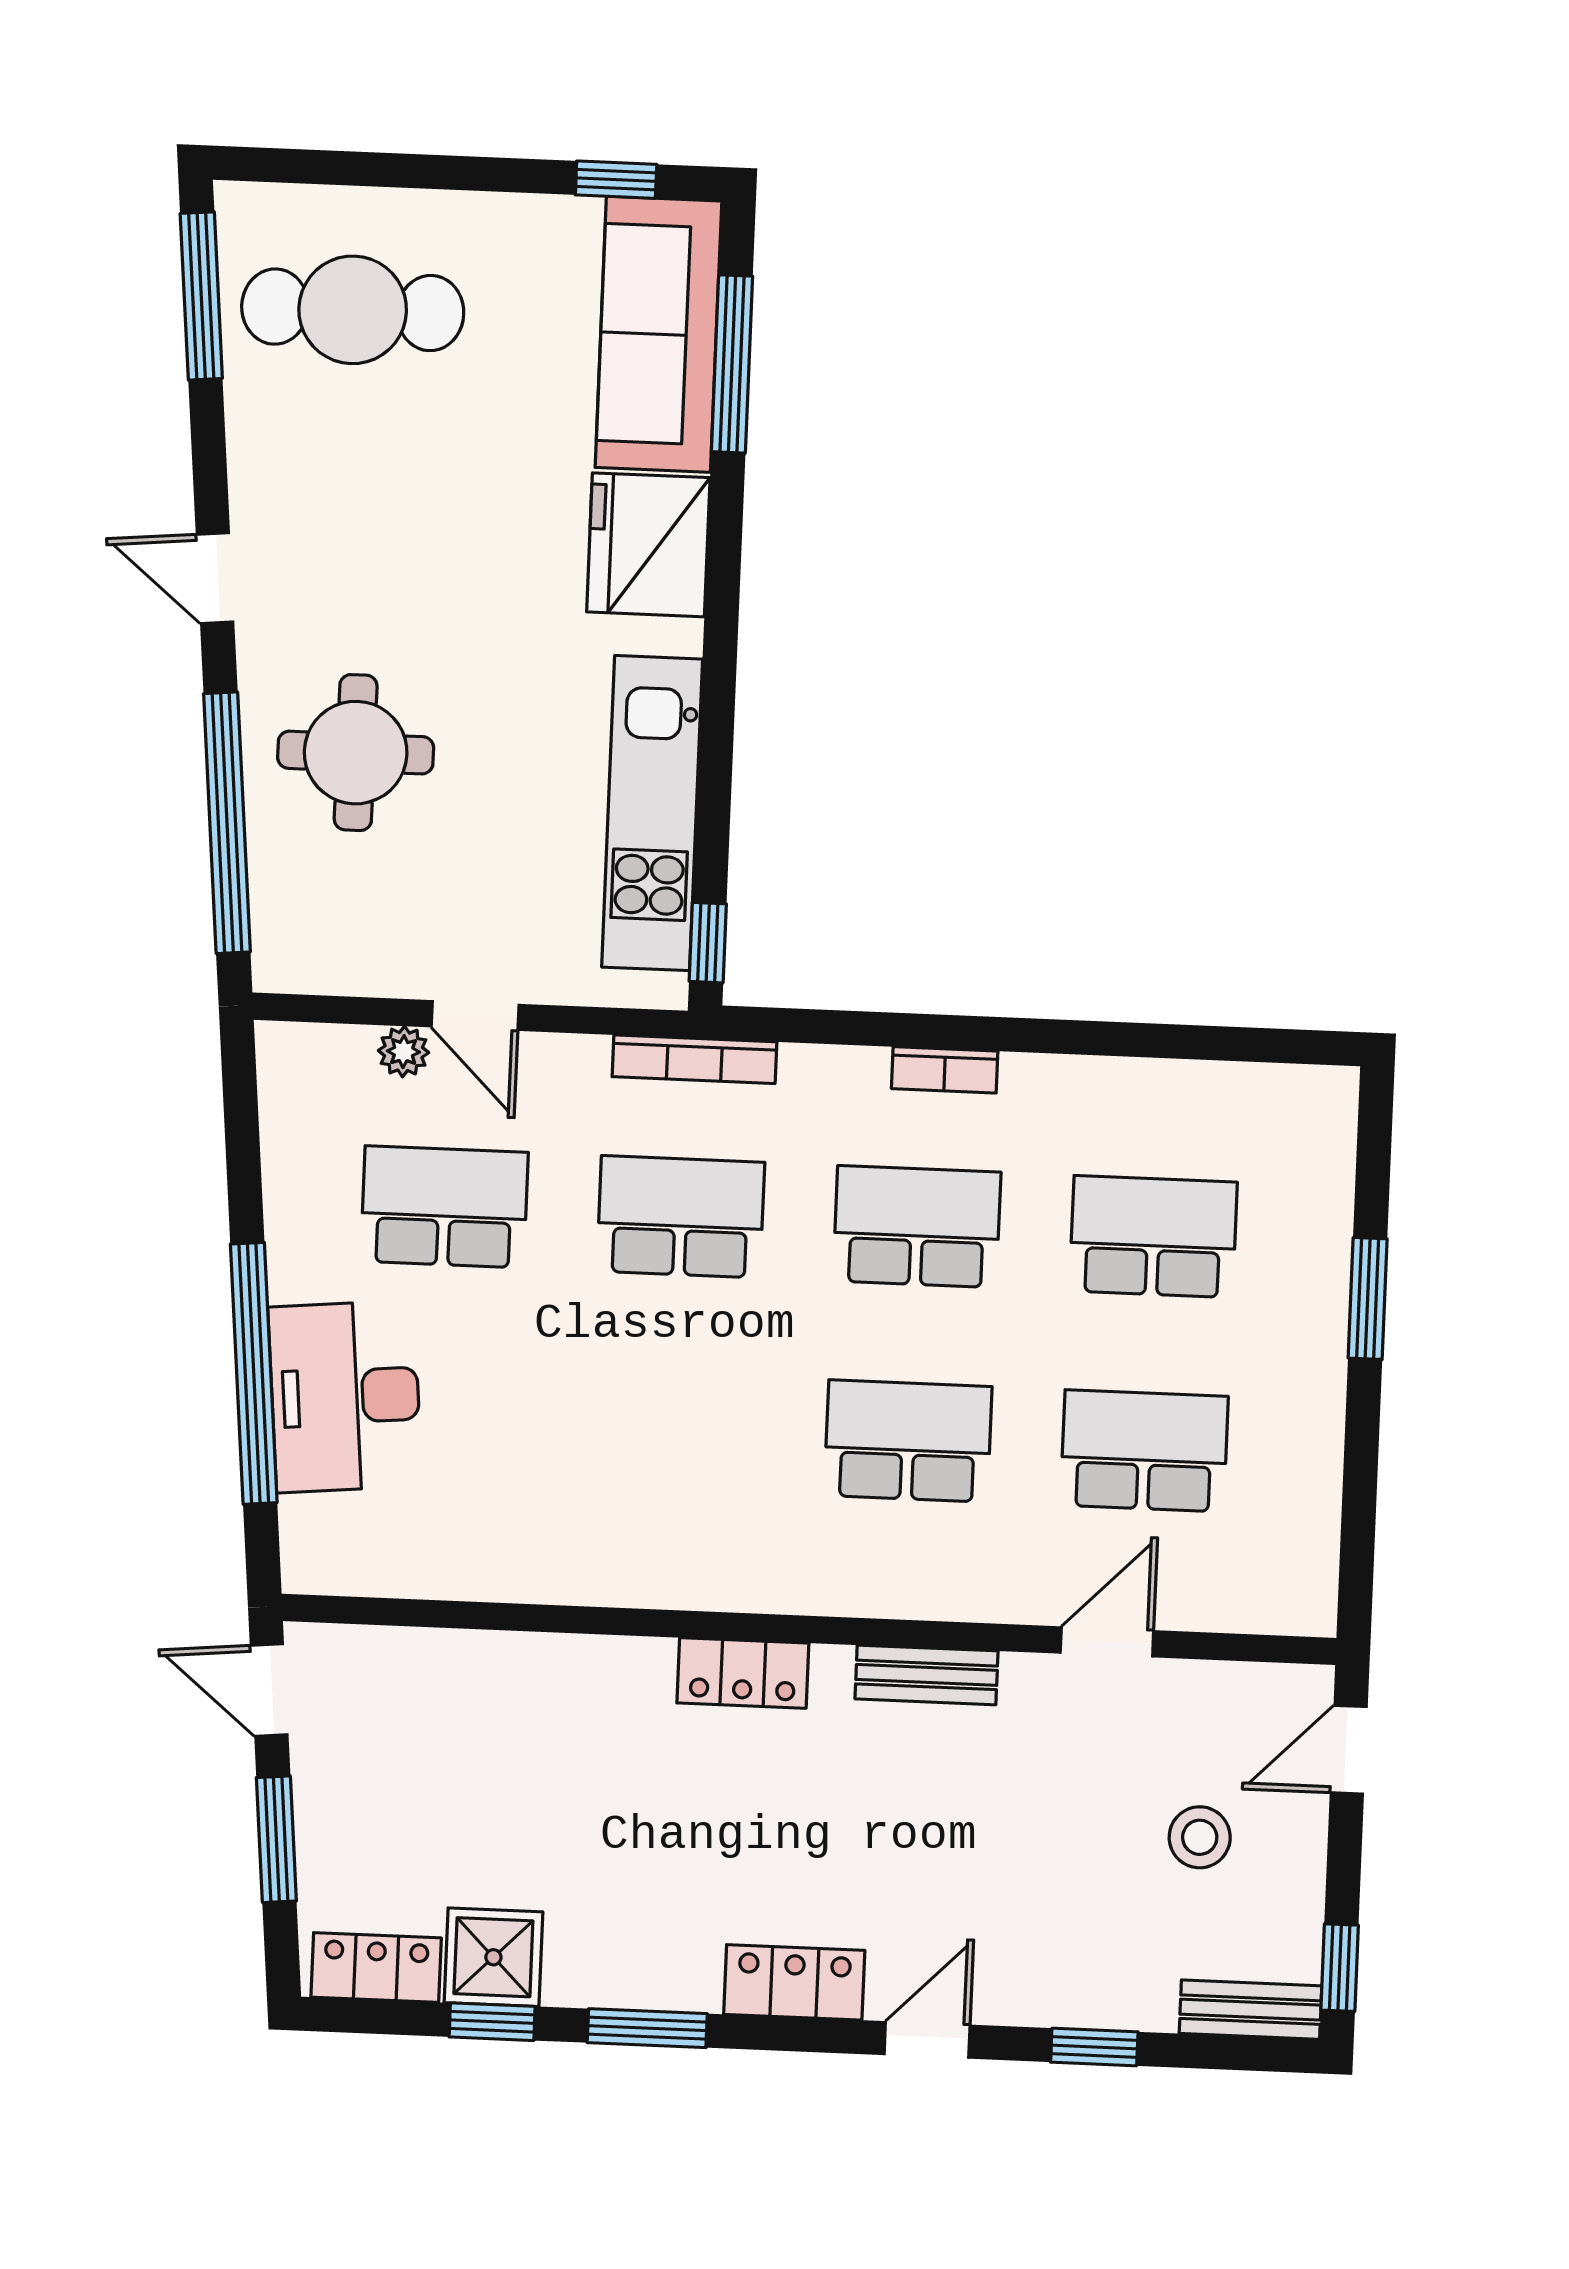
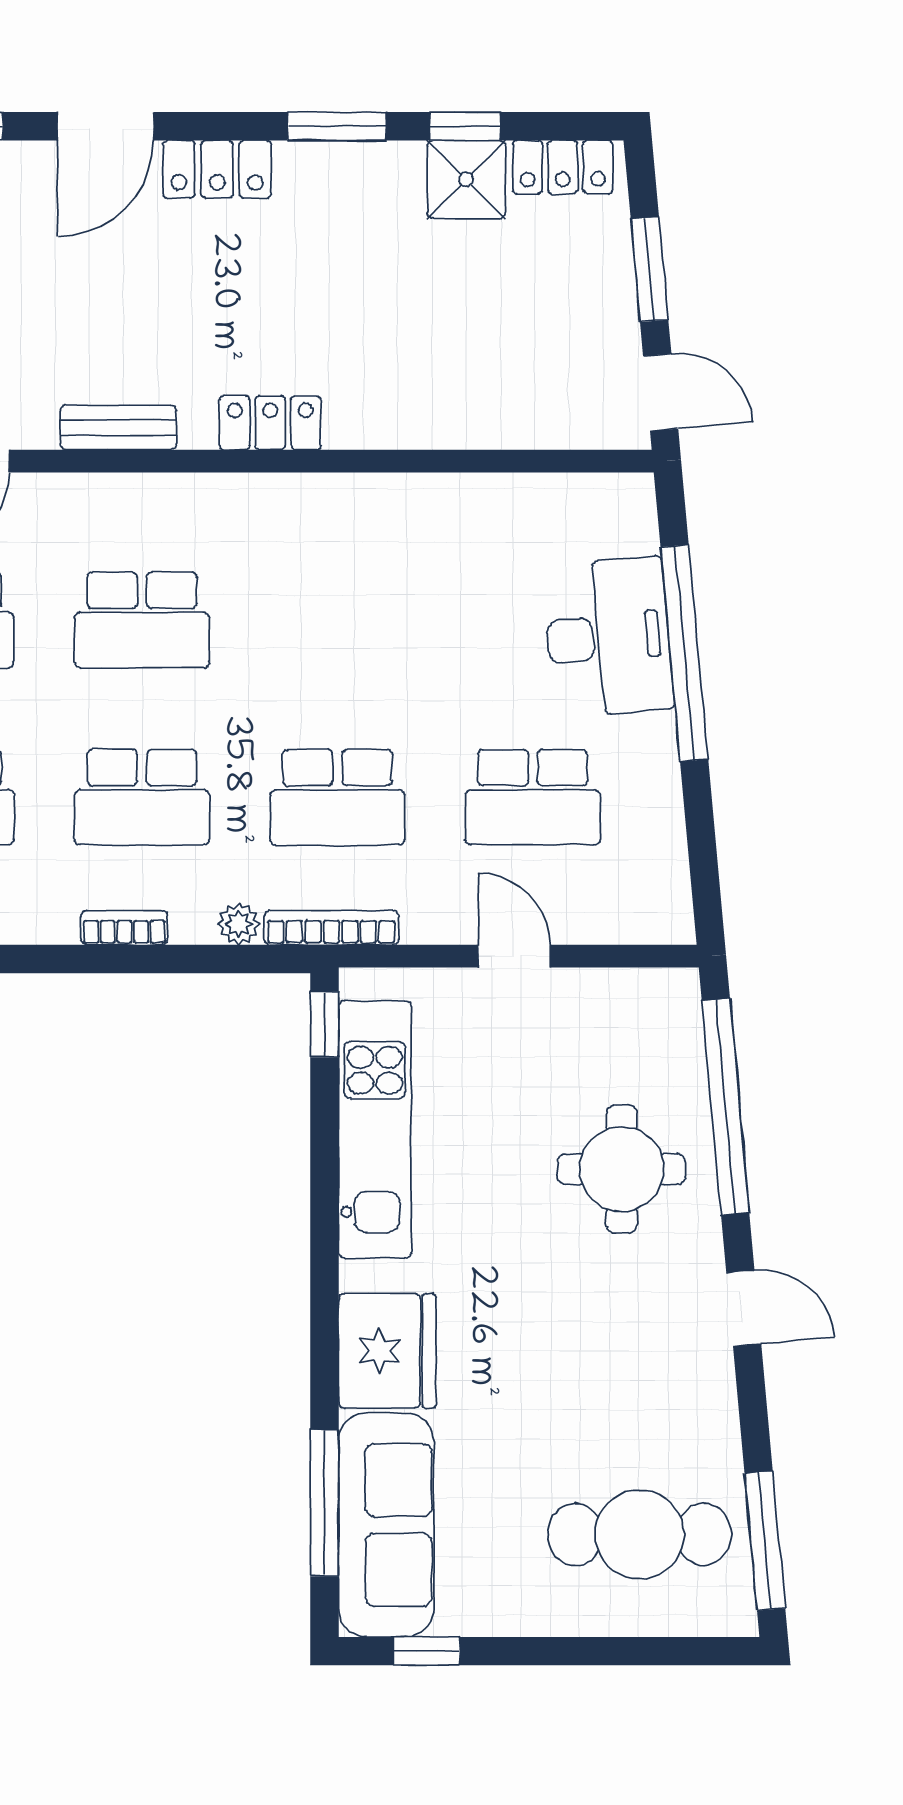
plant: (404, 1052) -> (239, 924), moved
door: (927, 2040) -> (105, 126), width x1.38

